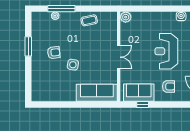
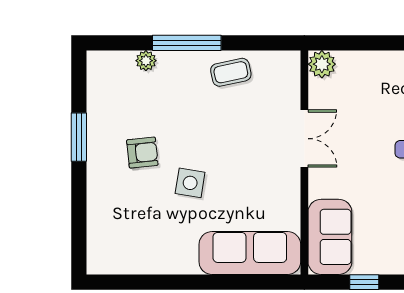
window: (61, 9) -> (187, 43), moved
double door: (119, 57) -> (304, 139), moved
sofa: (139, 93) -> (330, 237), moved, turned 90

